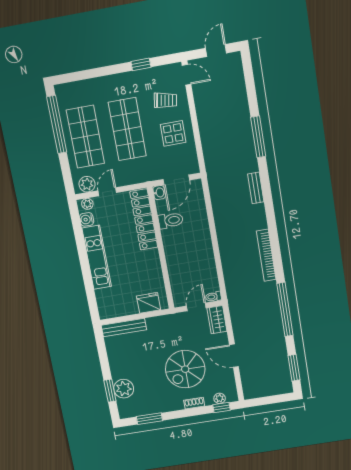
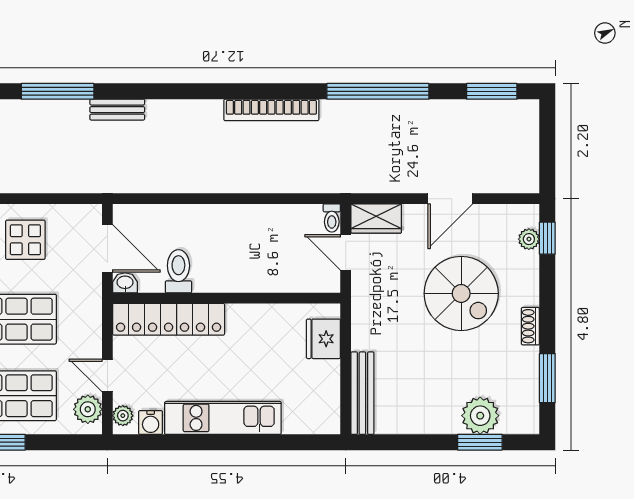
bench: (256, 188) -> (117, 110), moved
shoe rack: (194, 403) -> (530, 326), moved

